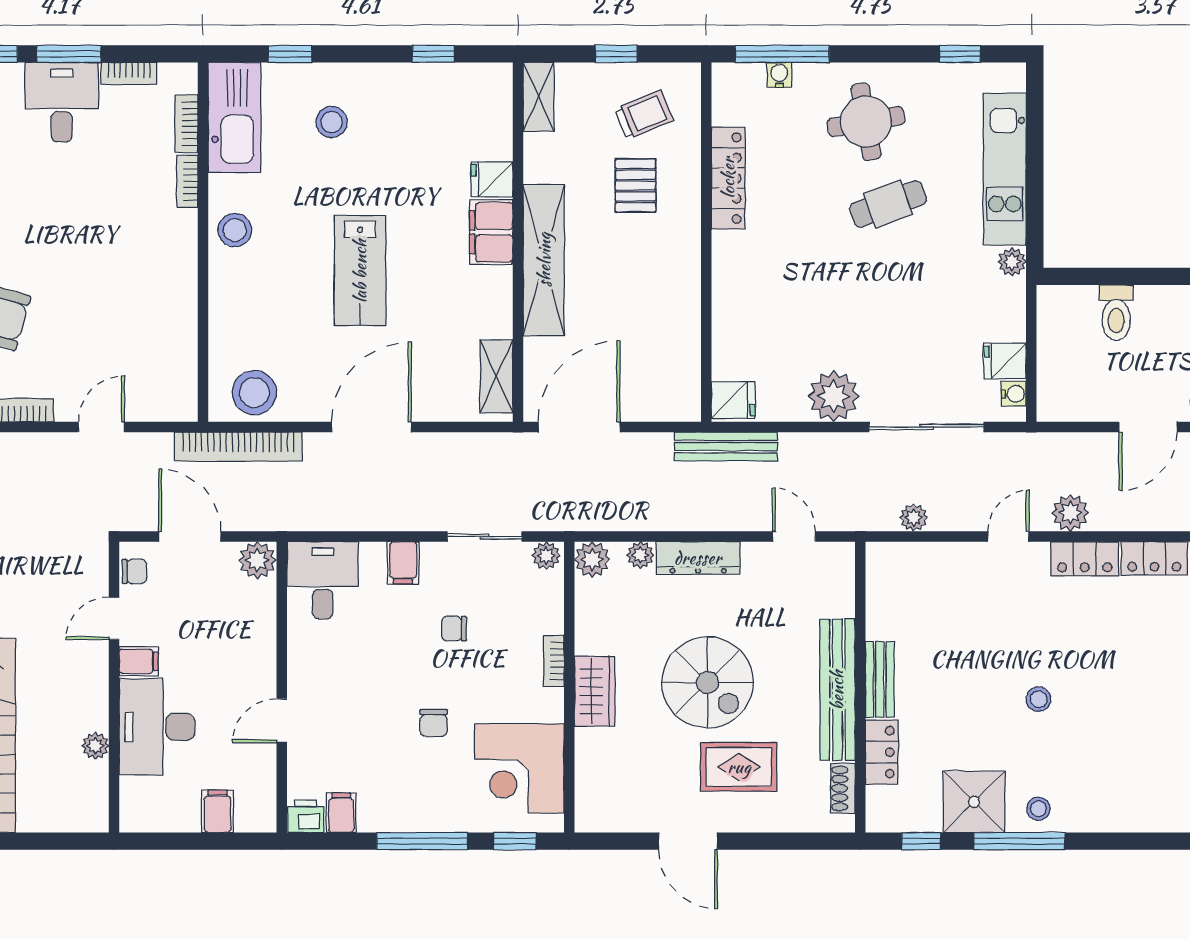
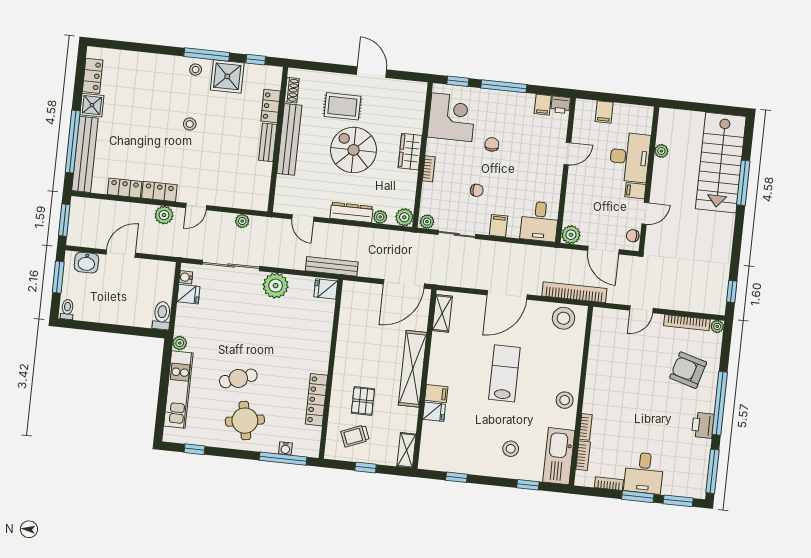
filing cabinet: (491, 232) -> (436, 394), width x0.50
toilet: (1116, 313) -> (162, 316), moved

